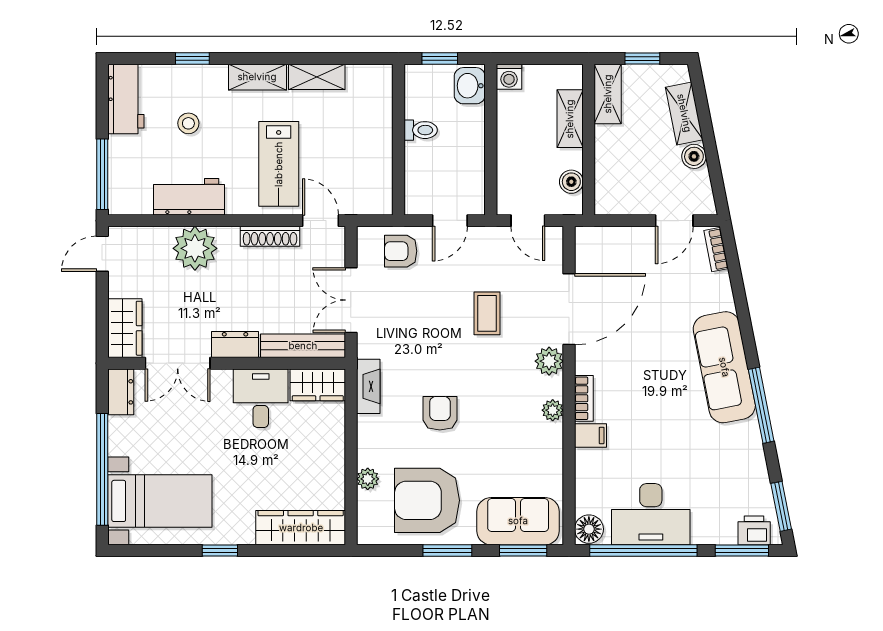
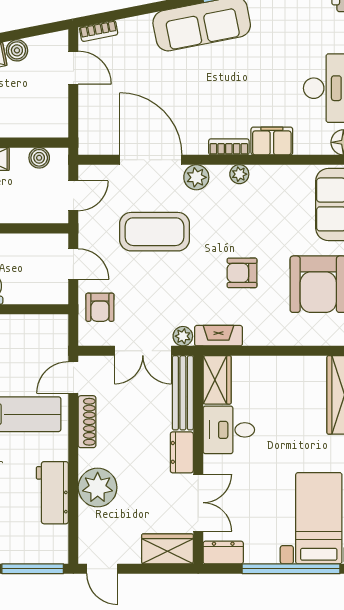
coffee table: (487, 313) -> (154, 232), width x1.86, depth x1.72
filing cabinet: (591, 435) -> (272, 141), width x2.00
plant: (368, 479) -> (183, 336), moved

